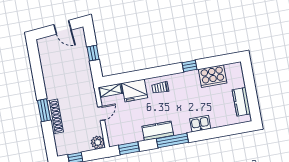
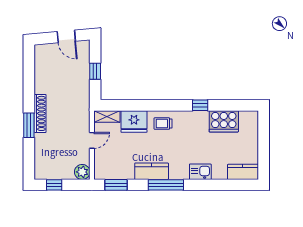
kitchen counter: (241, 102) -> (243, 172), moved, turned 90
shoe rack: (55, 116) -> (40, 113), moved

